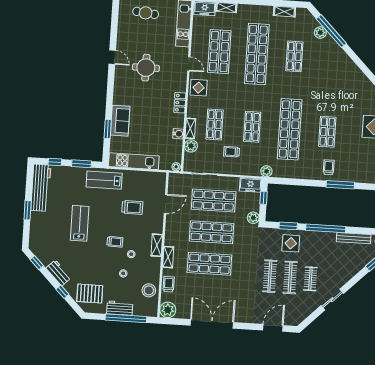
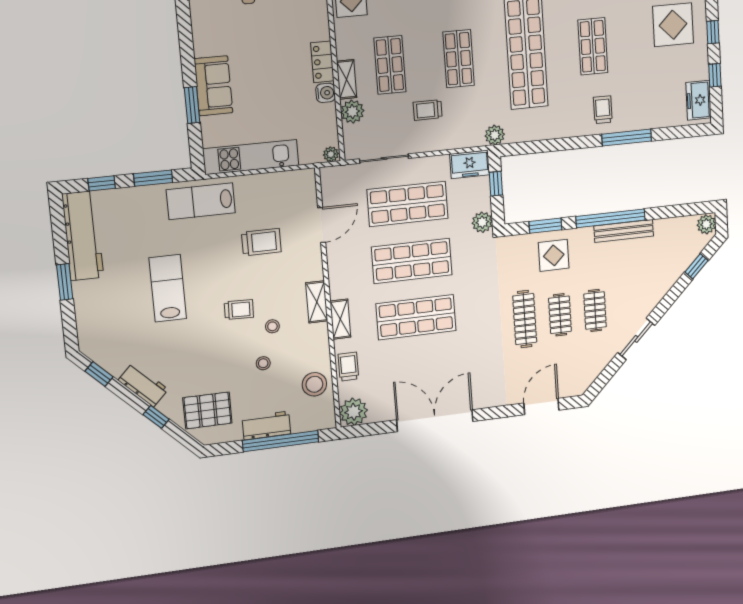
locker: (180, 103) -> (322, 62), moved
bench: (354, 238) -> (624, 231), moved
clothes rail: (290, 277) -> (560, 315), width x0.73

